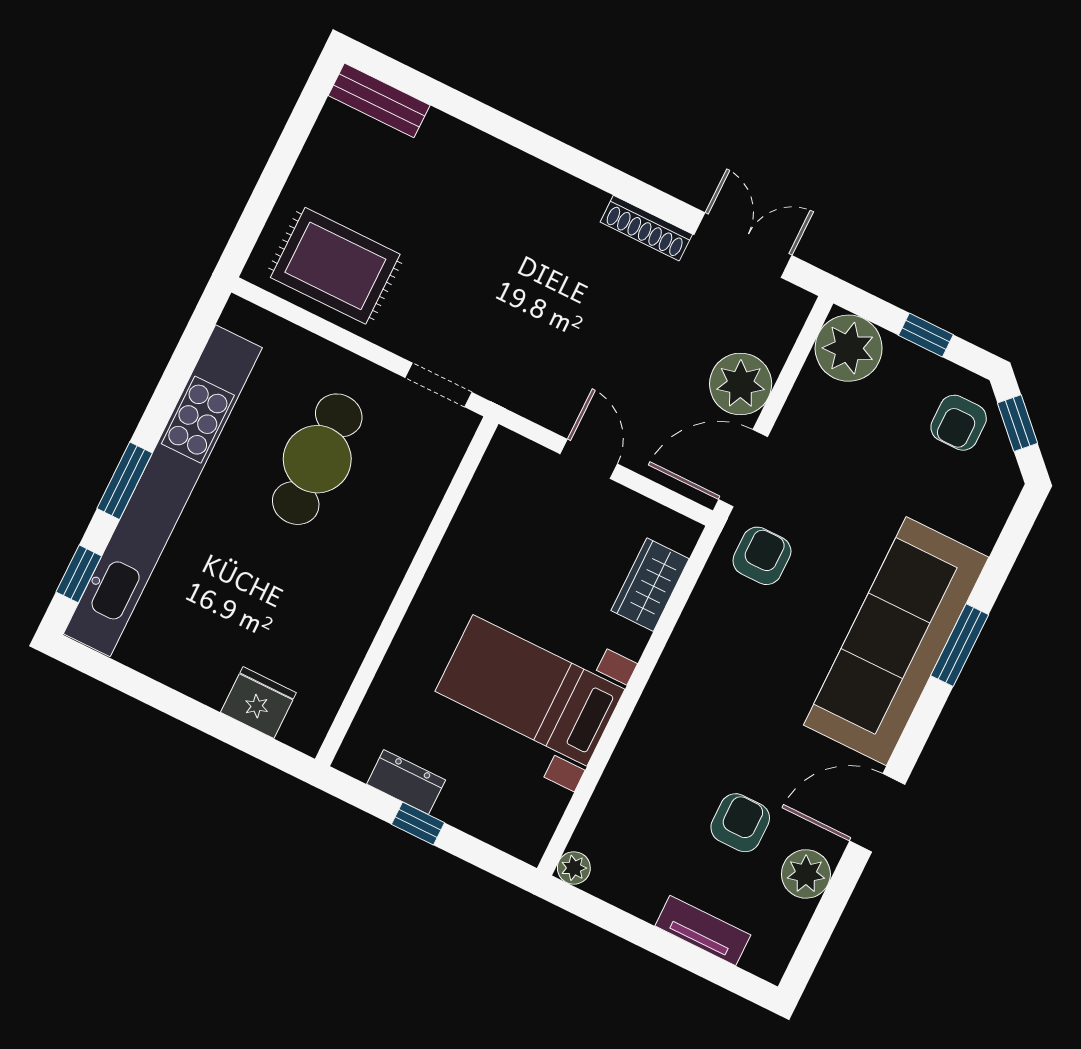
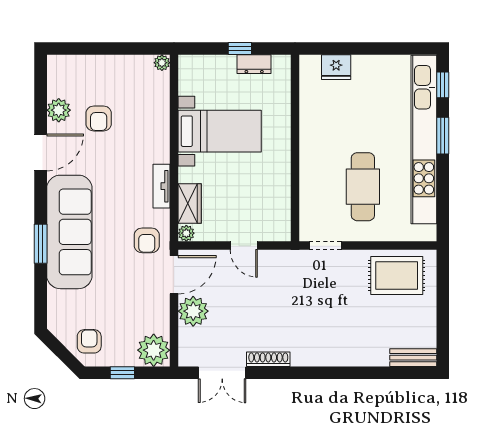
window: (1018, 423) -> (63, 354), removed
plant: (683, 533) -> (186, 233), added
tv unit: (703, 930) -> (161, 186), moved, turned 90

